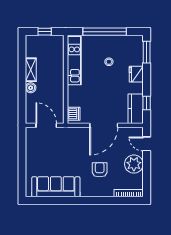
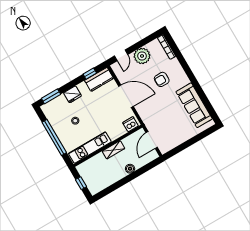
shelving: (31, 70) -> (114, 150), moved

